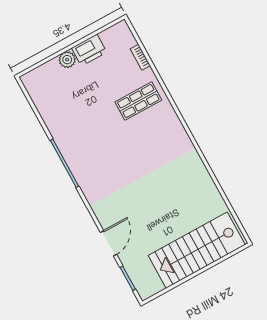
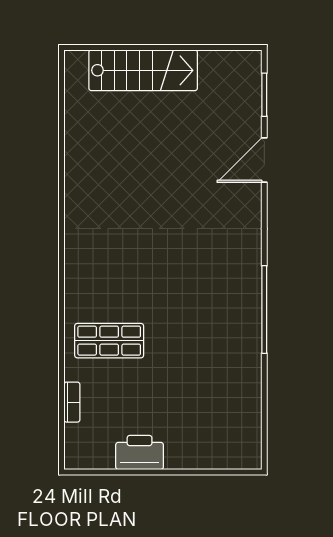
plant: (67, 60) -> (179, 456), removed
stairs: (197, 250) -> (143, 70), width x0.73, depth x0.66

